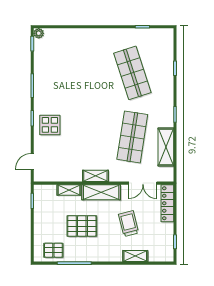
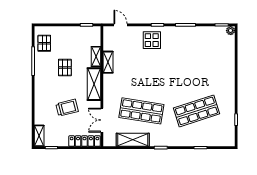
shelving: (95, 176) -> (108, 62), moved
pallet: (82, 226) -> (65, 68), width x0.67, depth x0.71
shelving: (135, 256) -> (39, 136), moved

